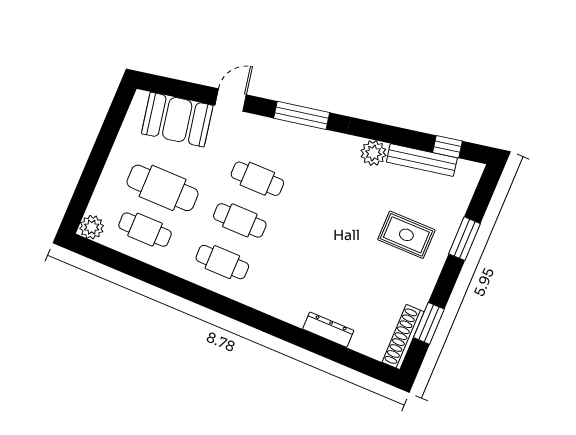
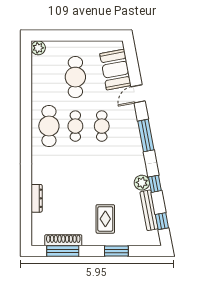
door: (231, 100) -> (138, 94), swing flipped
window: (384, 133) -> (155, 184), added
cafe table: (145, 230) -> (49, 77), removed
cafe table: (222, 262) -> (49, 126), width x1.37, depth x1.35
window: (429, 323) -> (63, 251), width x1.44
shoe rack: (403, 337) -> (63, 240), moved

